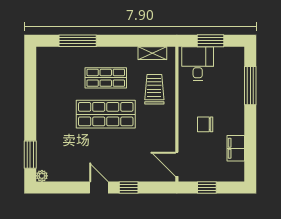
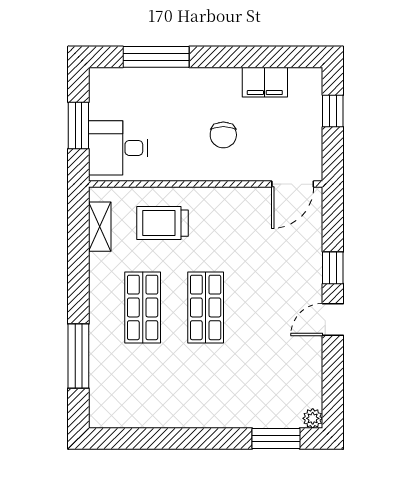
shop shelf: (106, 114) -> (206, 307), width x0.70, depth x0.74
window: (207, 187) -> (333, 111), moved

